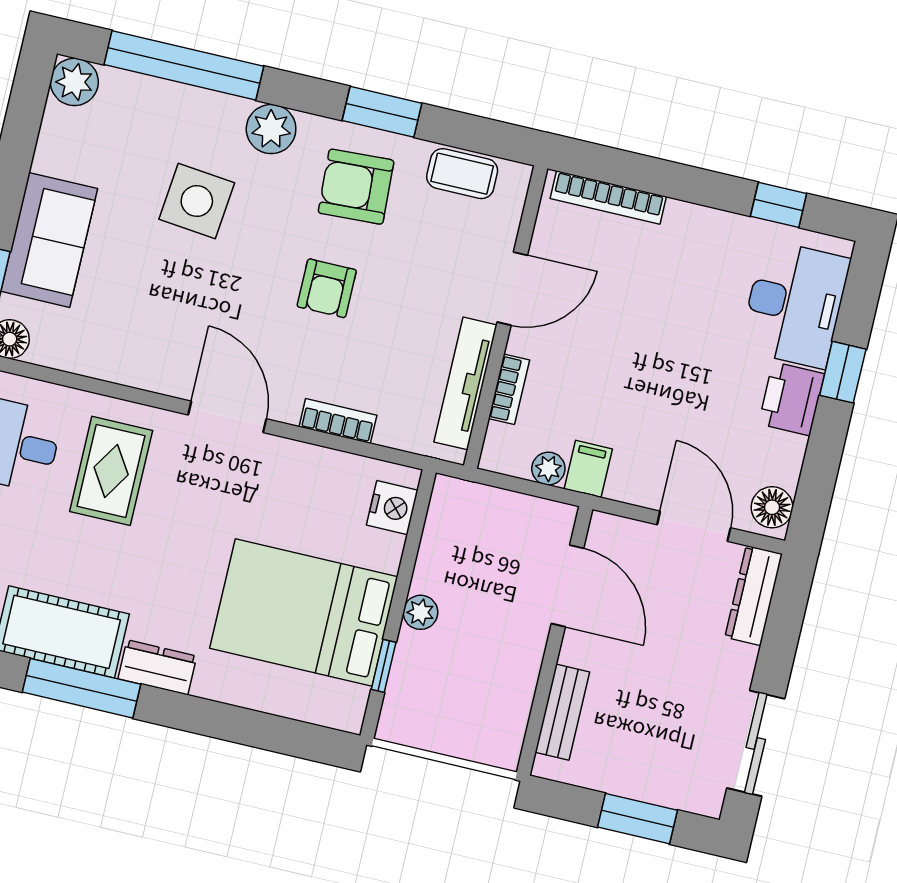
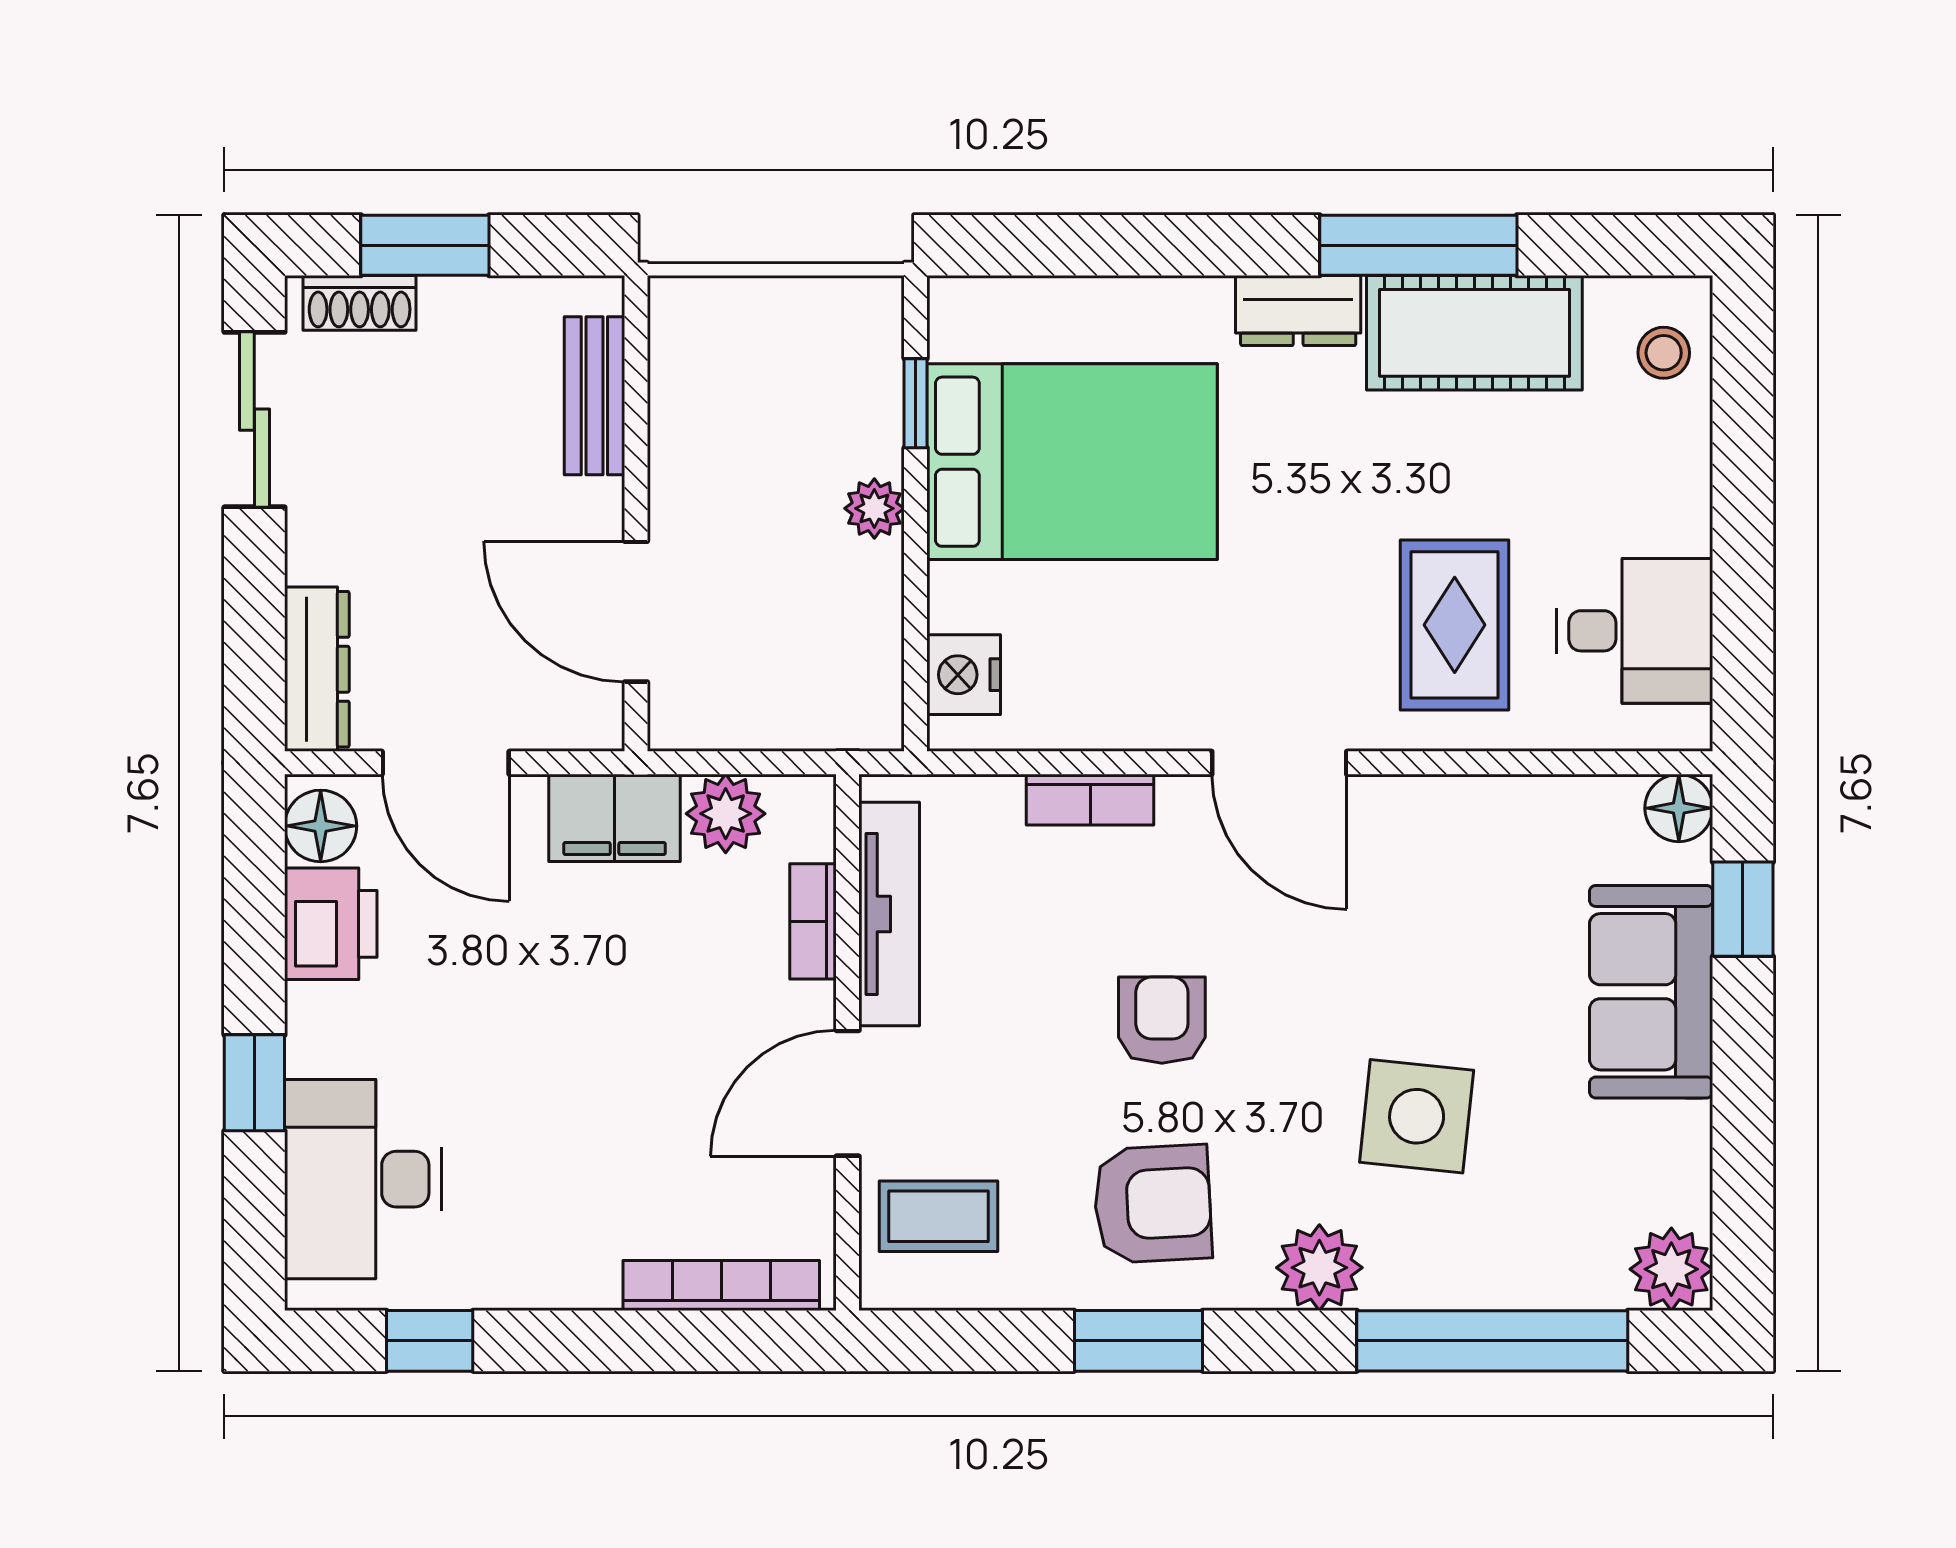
coffee table: (462, 174) -> (939, 1216), moved
printer: (791, 399) -> (331, 924), moved
plant: (548, 469) -> (726, 814), width x1.38, depth x1.38
filing cabinet: (588, 469) -> (615, 818), width x2.00
shoe rack: (682, 795) -> (360, 303), added

